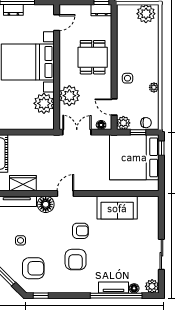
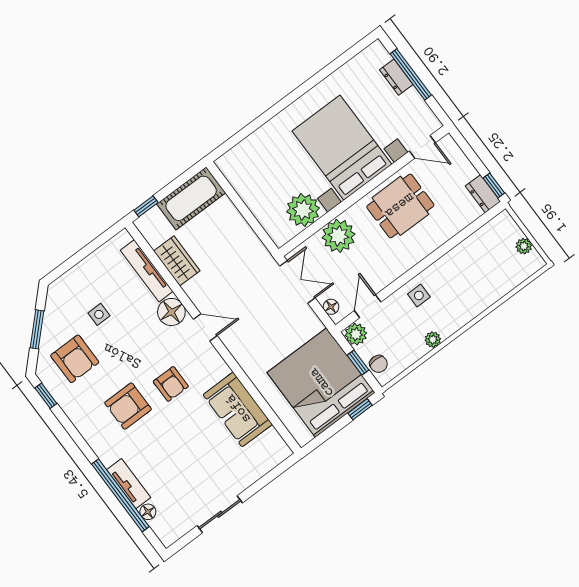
plant: (146, 14) -> (524, 246), width x0.53, depth x0.53
dining table: (93, 57) -> (400, 206), moved
plant: (152, 286) -> (168, 533), removed

